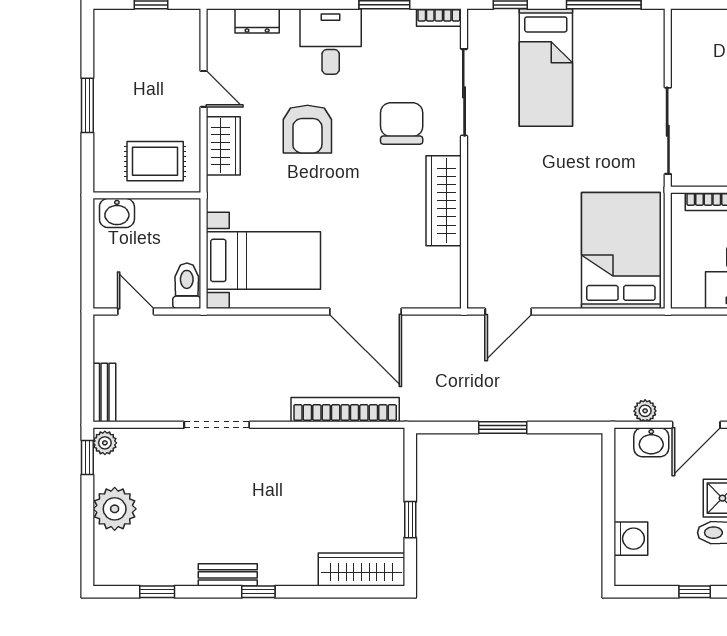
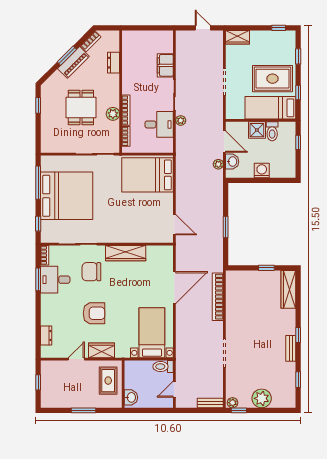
desk: (331, 41) -> (55, 280), moved
bed: (546, 67) -> (67, 196), width x2.04
washing machine: (631, 539) -> (262, 171), moved

